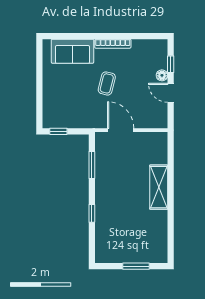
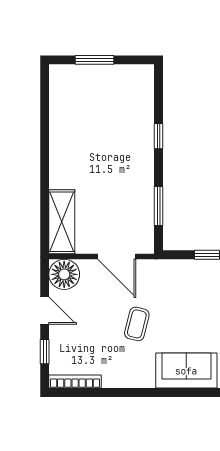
bookcase: (113, 44) -> (75, 381), moved
floor lamp: (162, 75) -> (64, 274), moved, width x1.89, depth x1.89
shelving: (159, 187) -> (62, 222), moved

